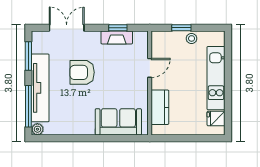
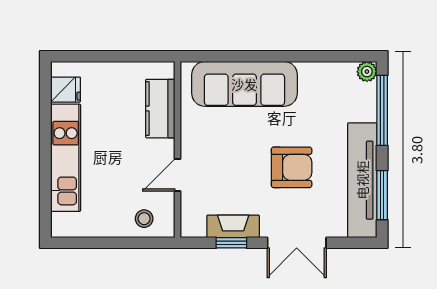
double door: (67, 28) -> (297, 243), moved
window: (181, 28) -> (124, 243), removed
stool: (192, 38) -> (144, 219), moved
tv unit: (40, 88) -> (362, 180), moved
sofa: (118, 122) -> (244, 84), width x1.36

